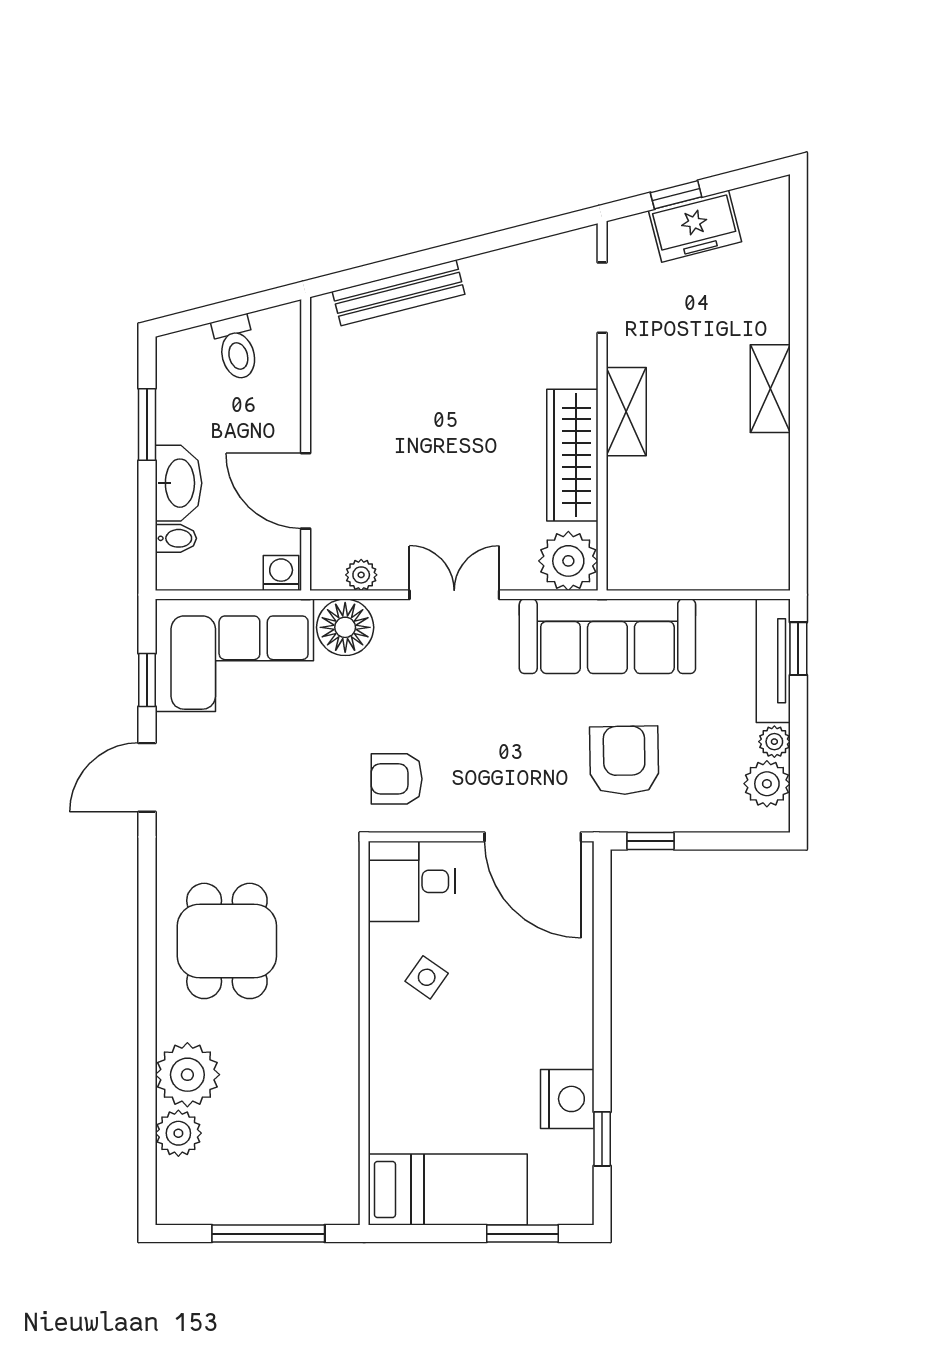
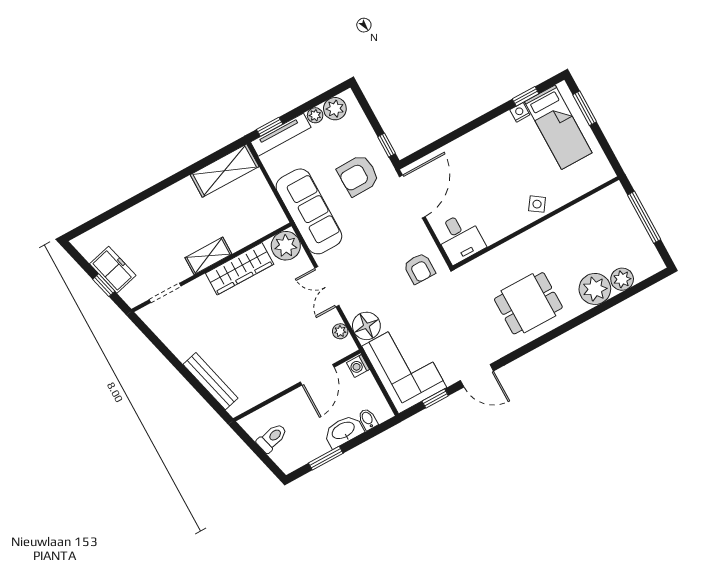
shelving: (770, 389) -> (225, 171), moved, width x1.50, depth x1.33
side table: (427, 977) -> (537, 204), moved
nightstand: (567, 1099) -> (520, 112), width x0.53, depth x0.56
bed: (448, 1190) -> (558, 127), moved, turned 180

